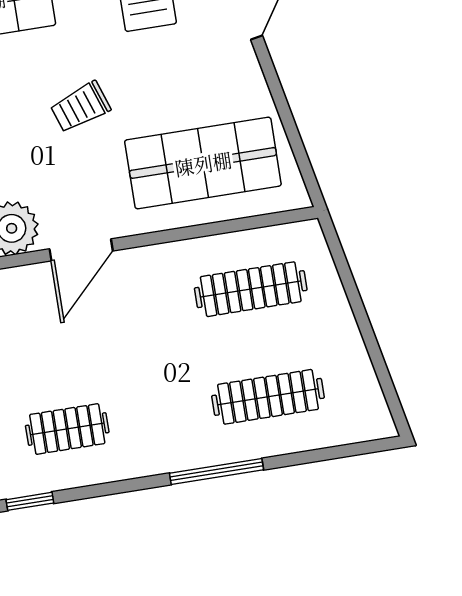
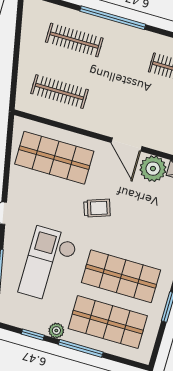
door: (81, 250) -> (127, 144), swing flipped
window: (216, 471) -> (113, 18), width x1.46

